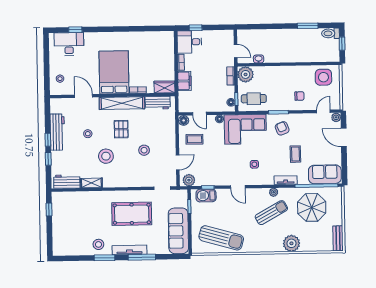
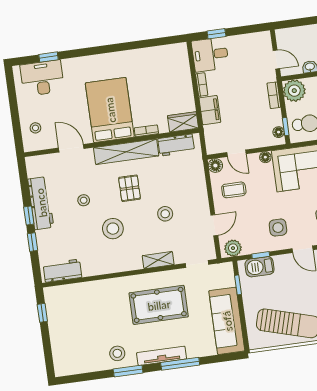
side table: (222, 169) -> (278, 228), added
shelving: (91, 183) -> (158, 260), moved

